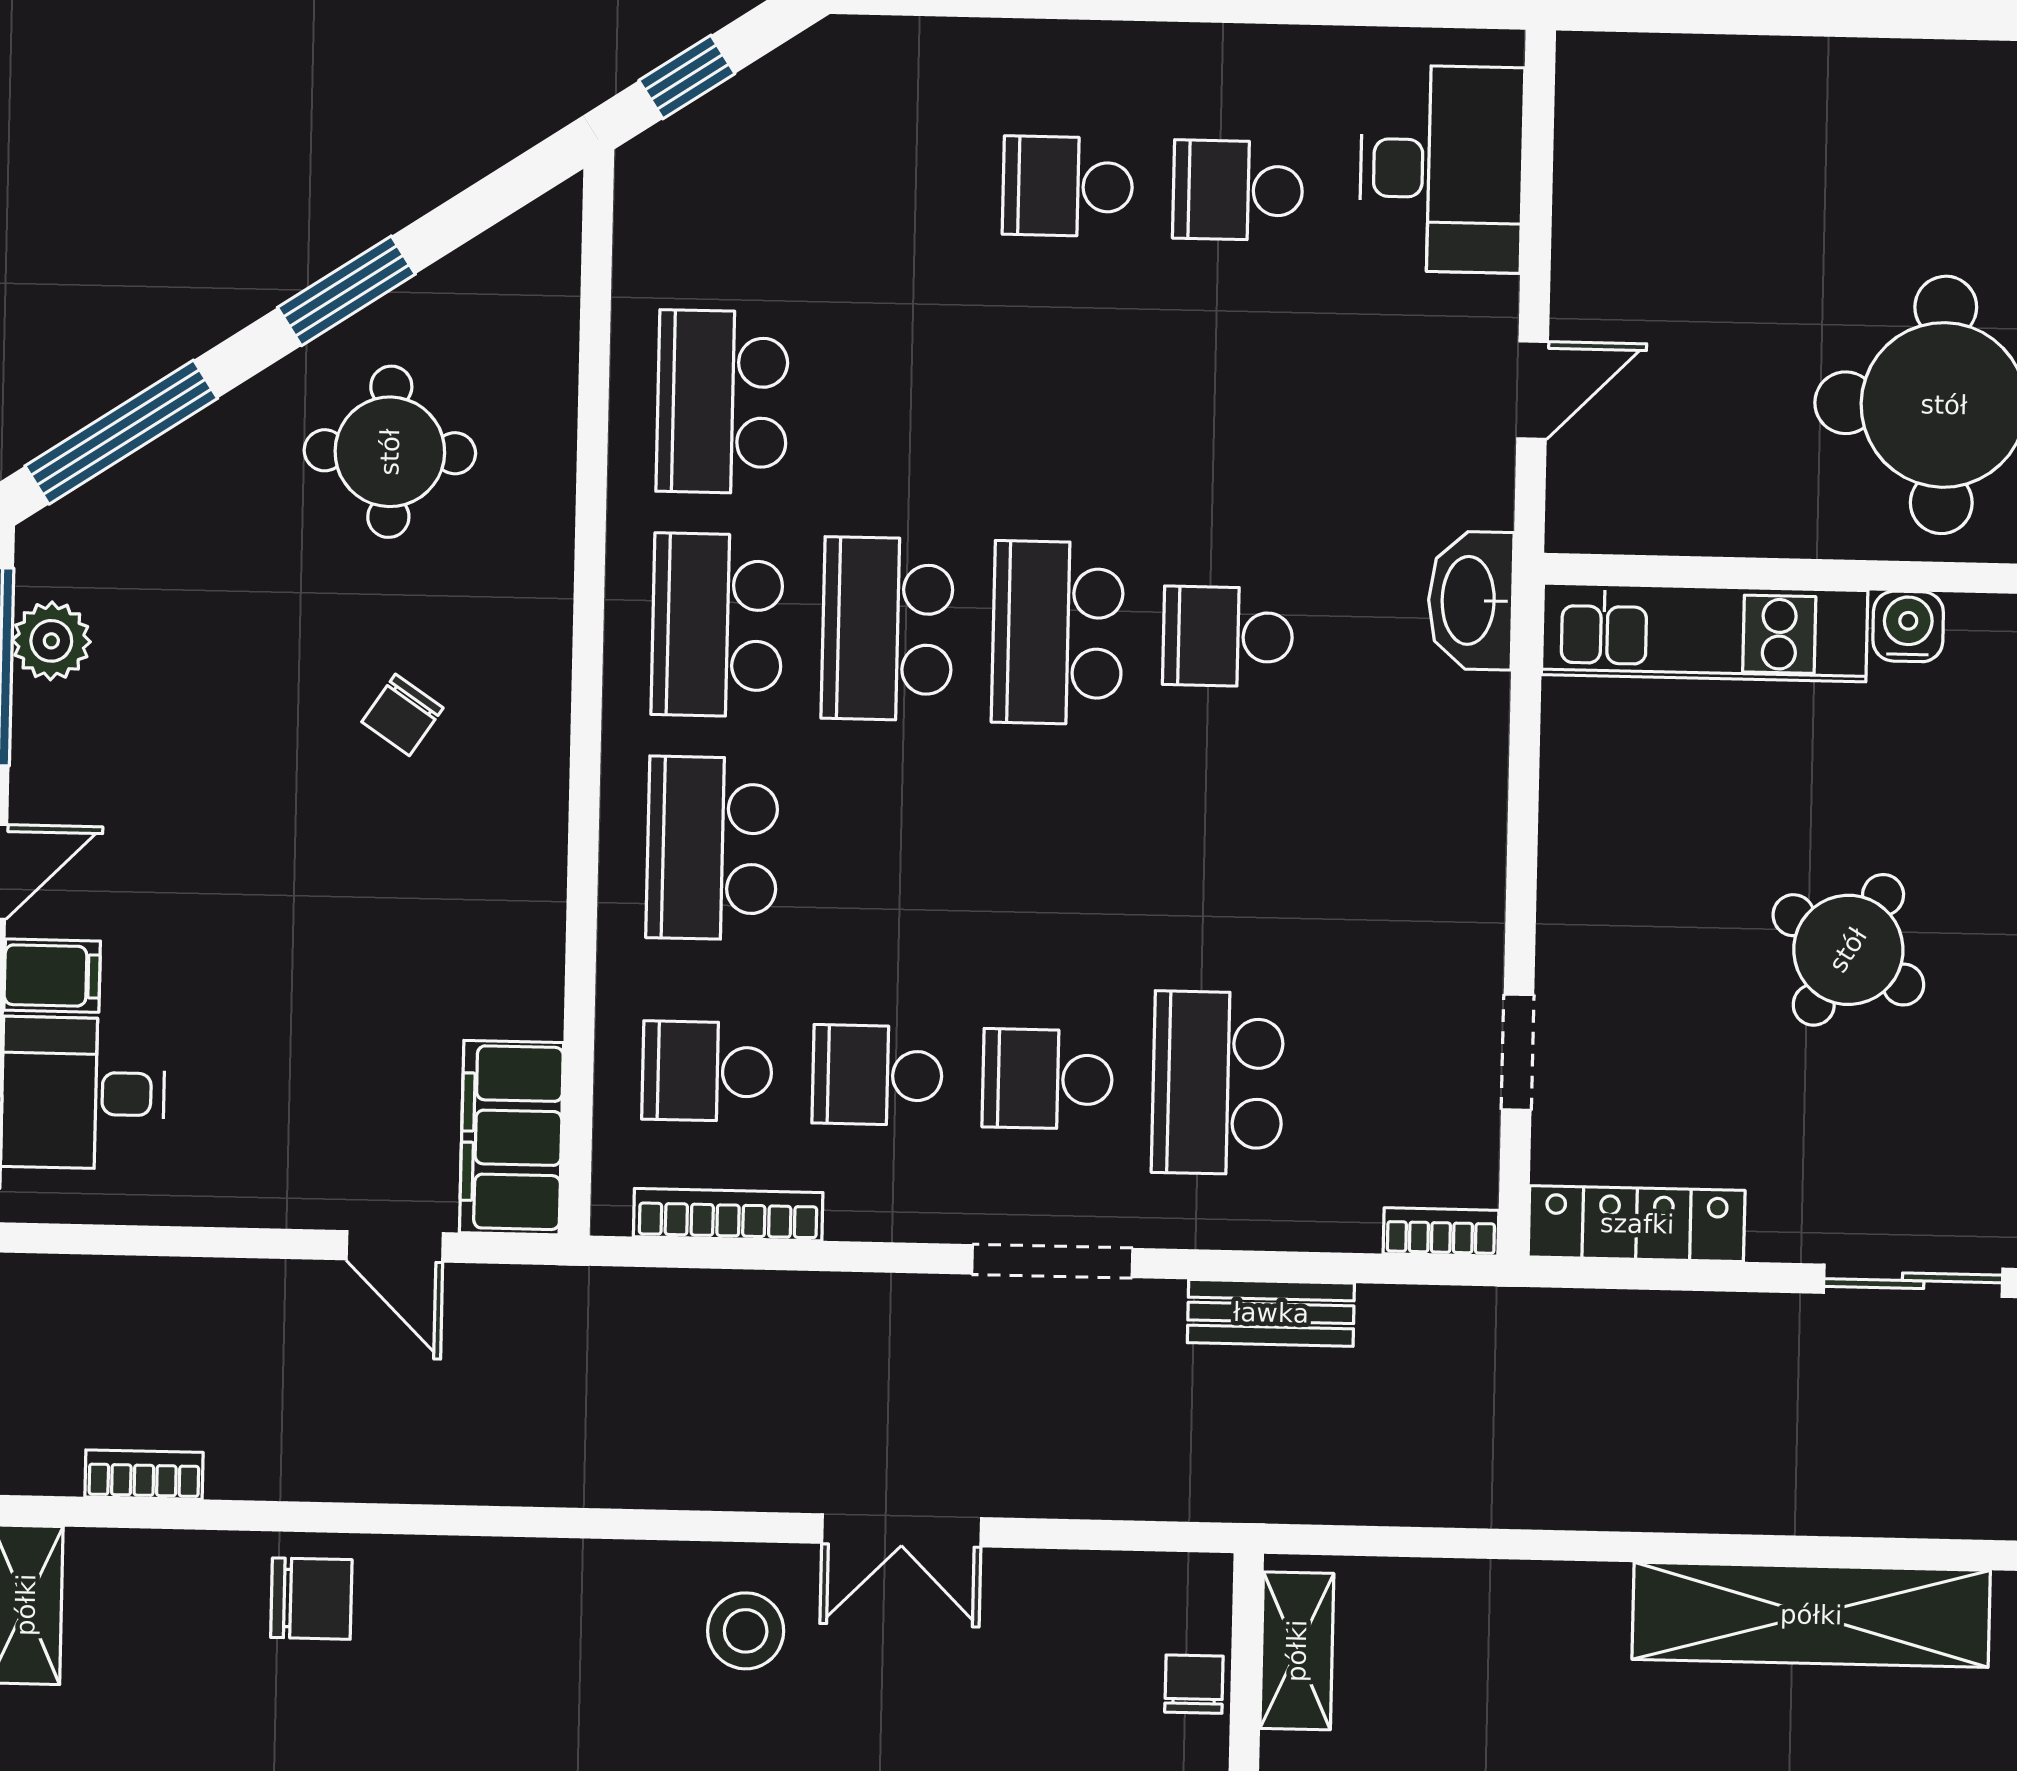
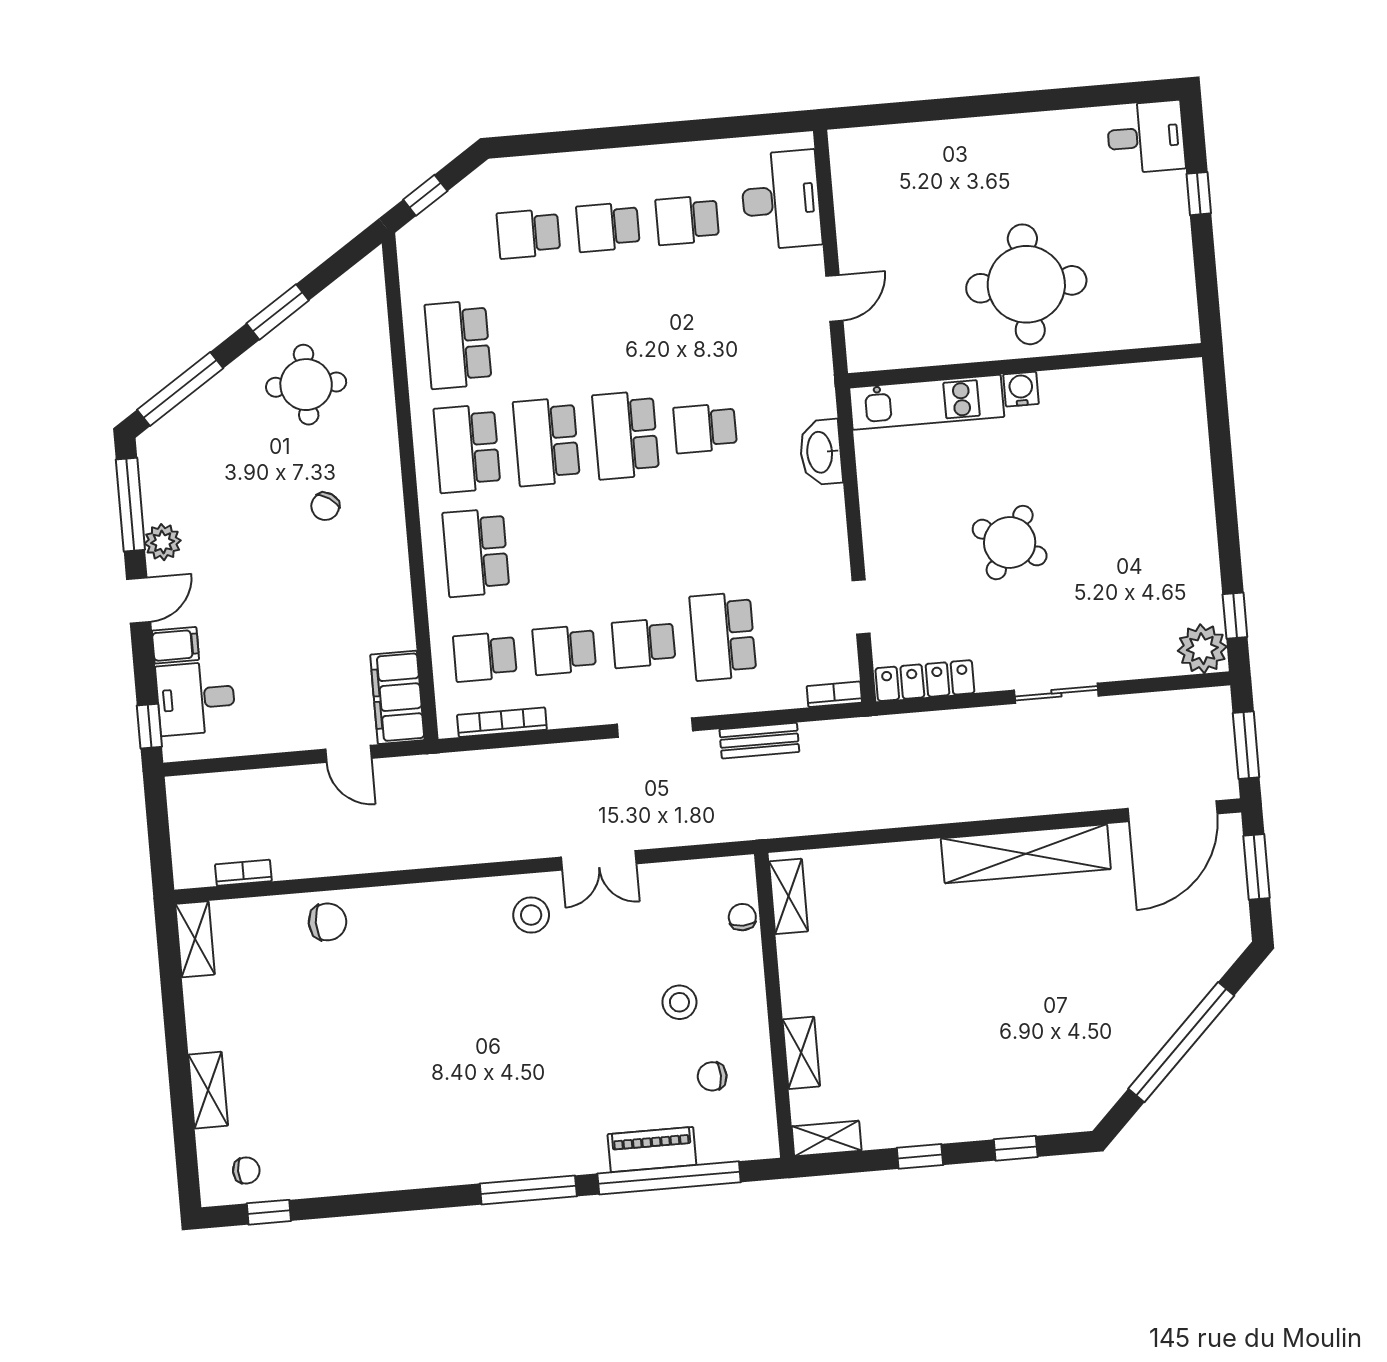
school desk: (898, 183) -> (529, 234), added
washbasin: (1471, 600) -> (821, 452), moved
plant: (51, 641) -> (163, 542), moved

